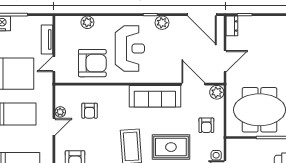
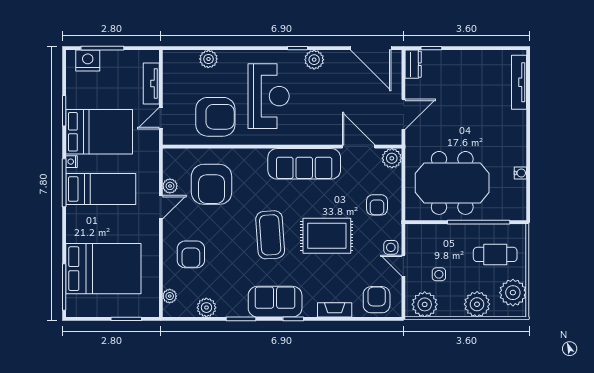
armchair: (90, 111) -> (212, 184), width x1.88, depth x1.88

